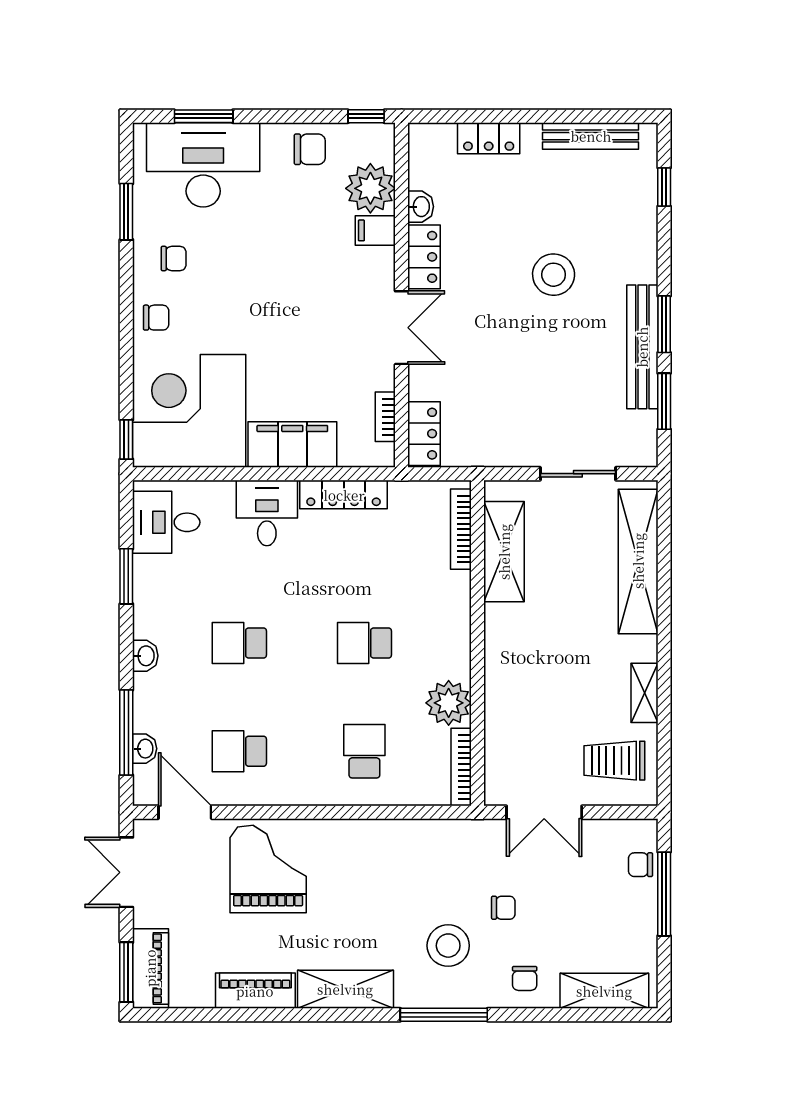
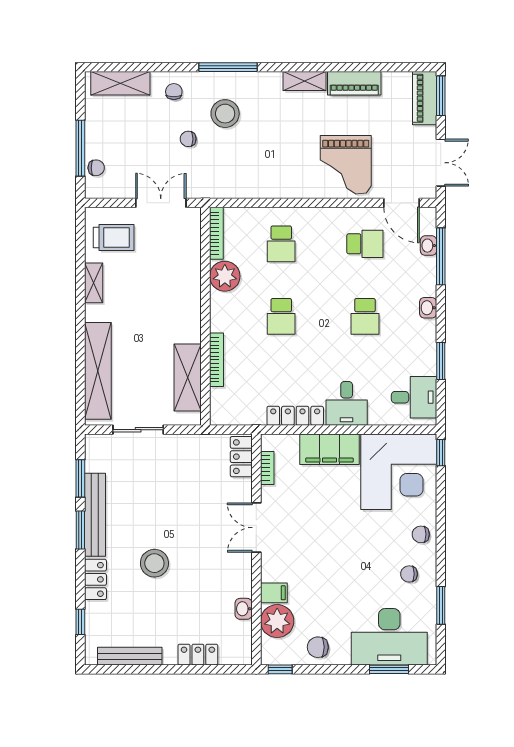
locker: (424, 257) -> (95, 579), moved, turned 180
bookcase: (461, 529) -> (217, 360), moved
school desk: (239, 643) -> (365, 316), turned 90
school desk: (364, 643) -> (281, 316), turned 90
shelving: (345, 989) -> (305, 81), width x0.67, depth x0.75

